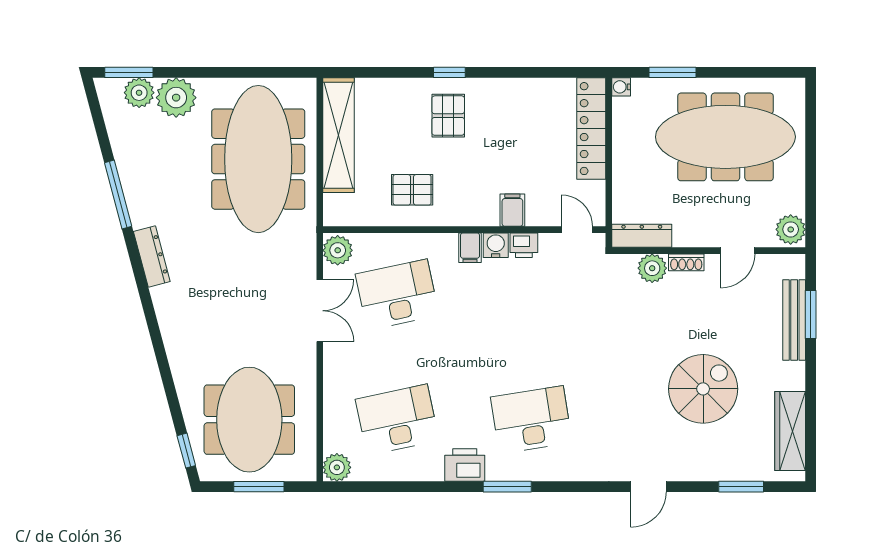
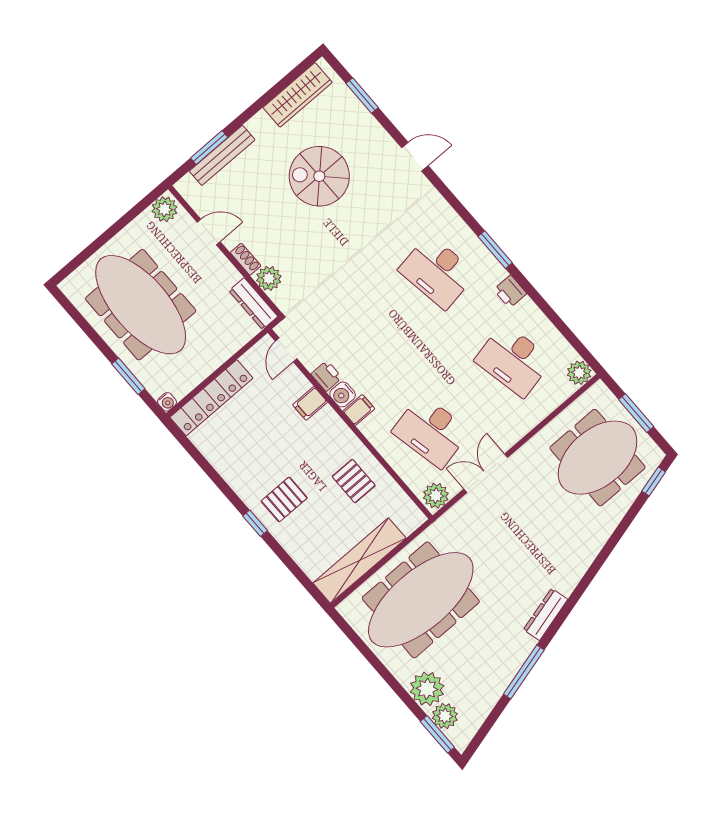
printer: (465, 465) -> (510, 292), width x0.73, depth x0.81

